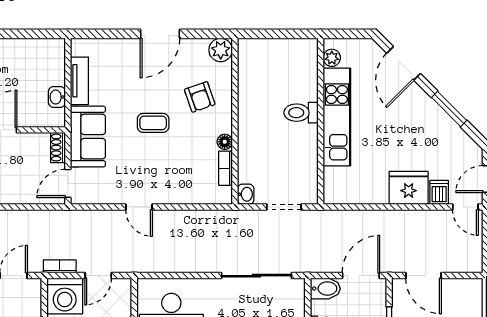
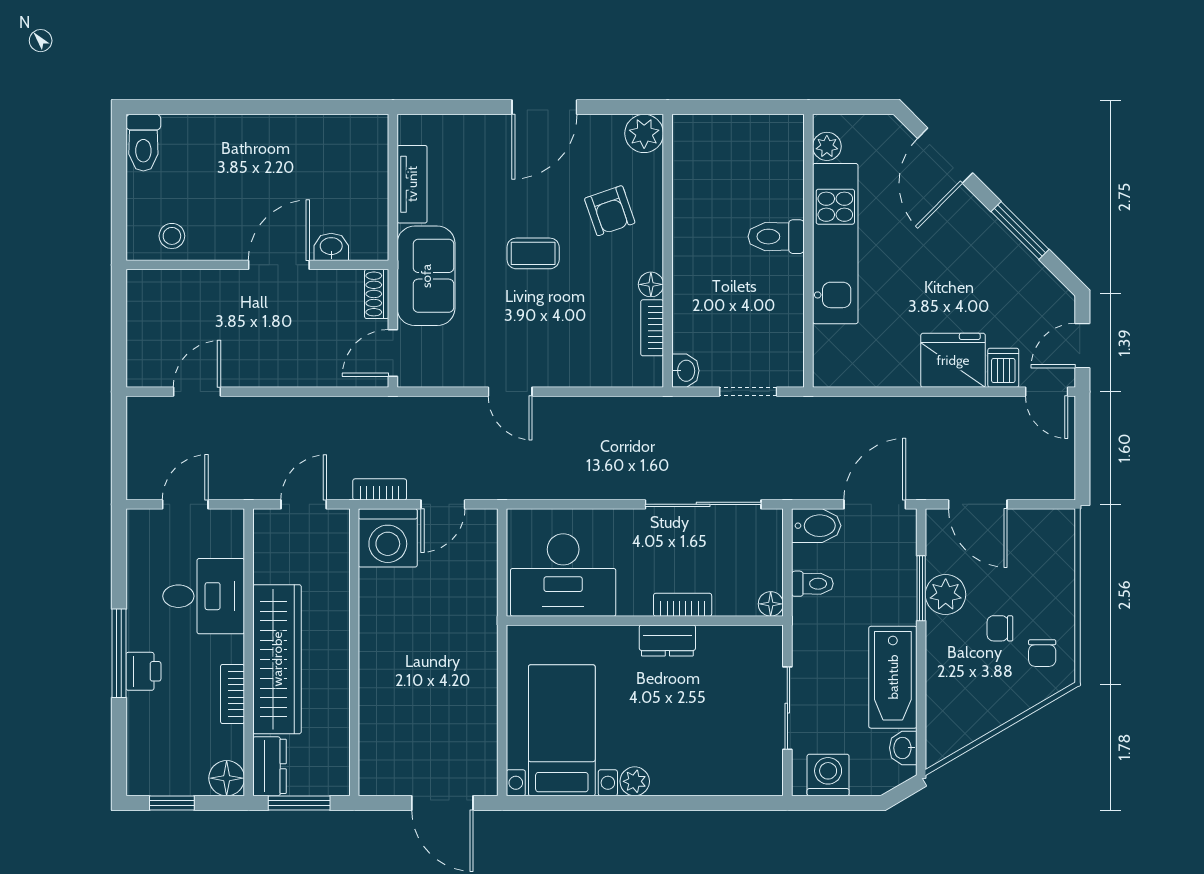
washbasin: (57, 97) -> (331, 247), moved, turned 90

